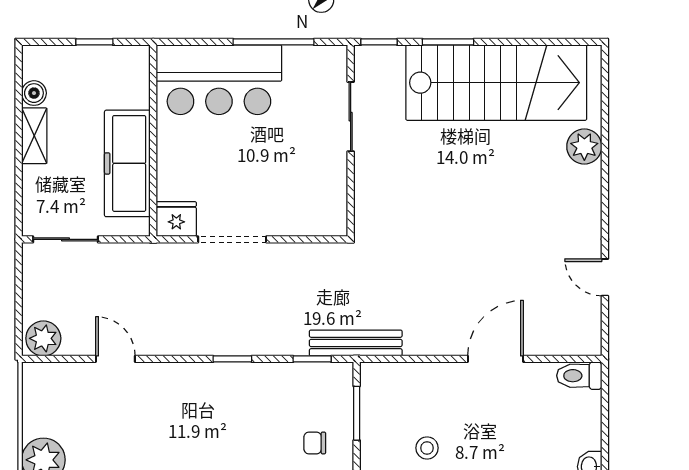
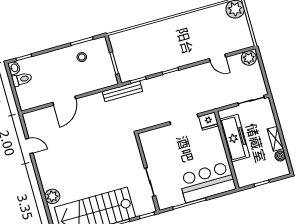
toilet: (579, 376) -> (22, 79), moved
chair: (315, 443) -> (128, 46), removed

